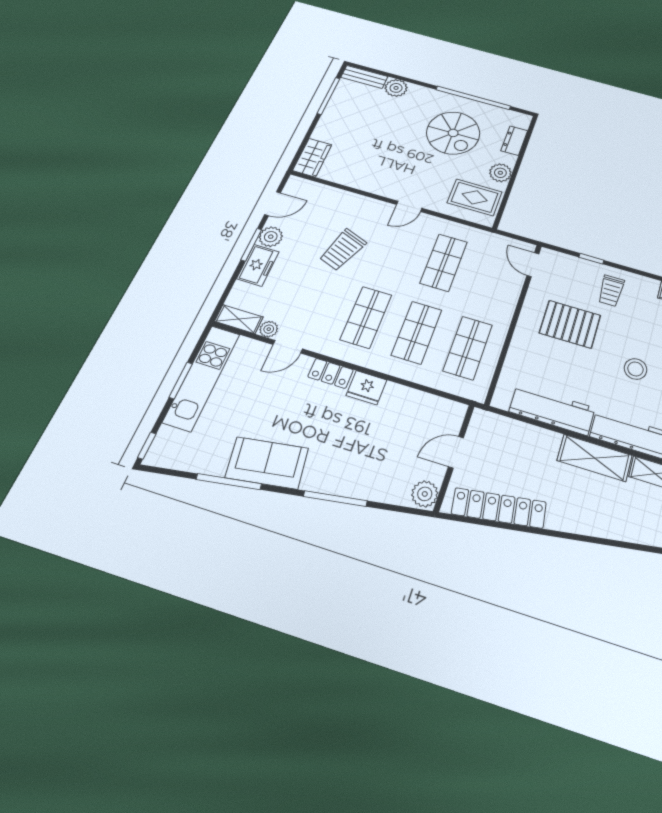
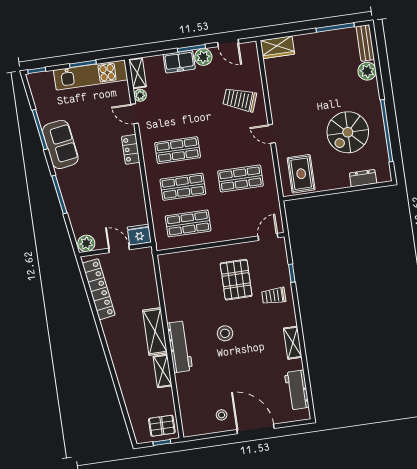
plant: (500, 173) -> (330, 181), removed
trolley: (343, 250) -> (240, 100), moved
fridge: (366, 388) -> (139, 235), moved, turned 90
workbench: (552, 410) -> (173, 293), removed

